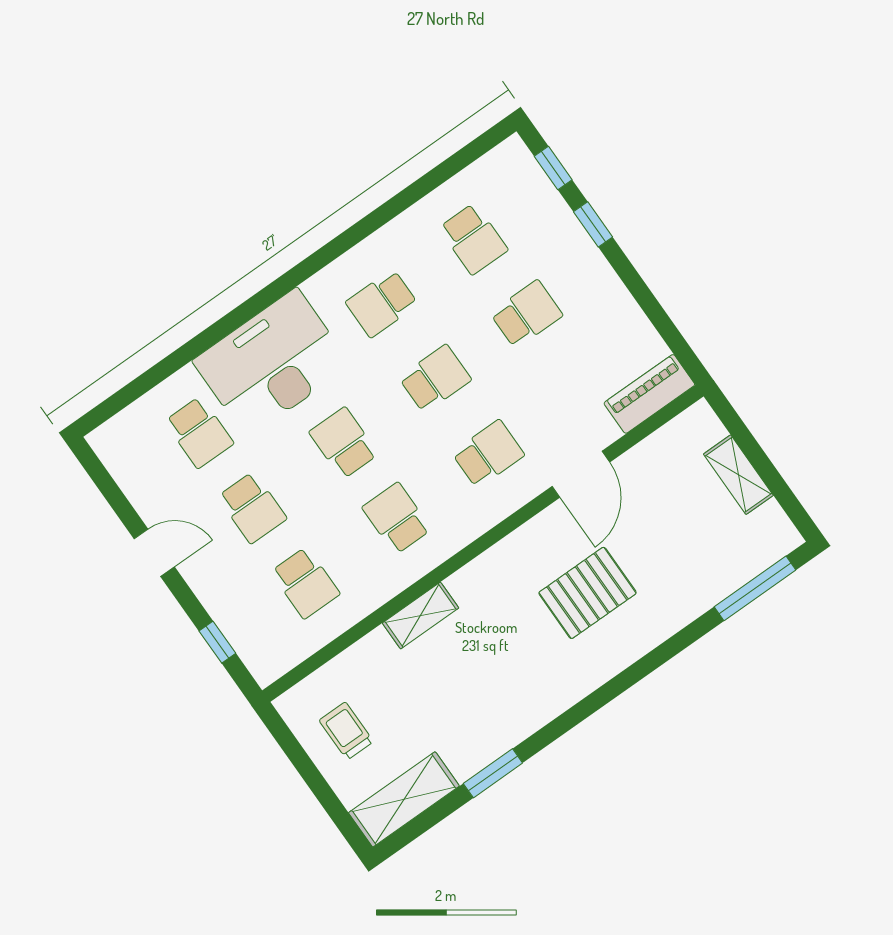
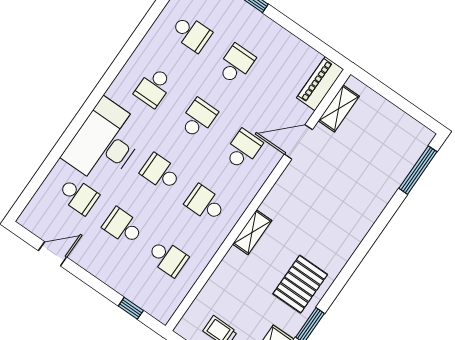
door: (581, 474) -> (298, 142), swing flipped
shelving: (738, 475) -> (339, 108), moved, turned 90
school desk: (252, 508) -> (123, 227), turned 180
door: (154, 553) -> (53, 254), moved
pallet: (588, 593) -> (300, 284), moved
shelving: (421, 616) -> (252, 232), moved

